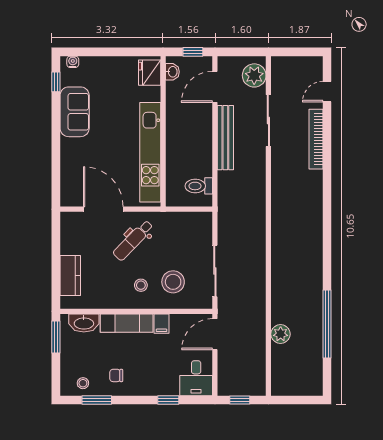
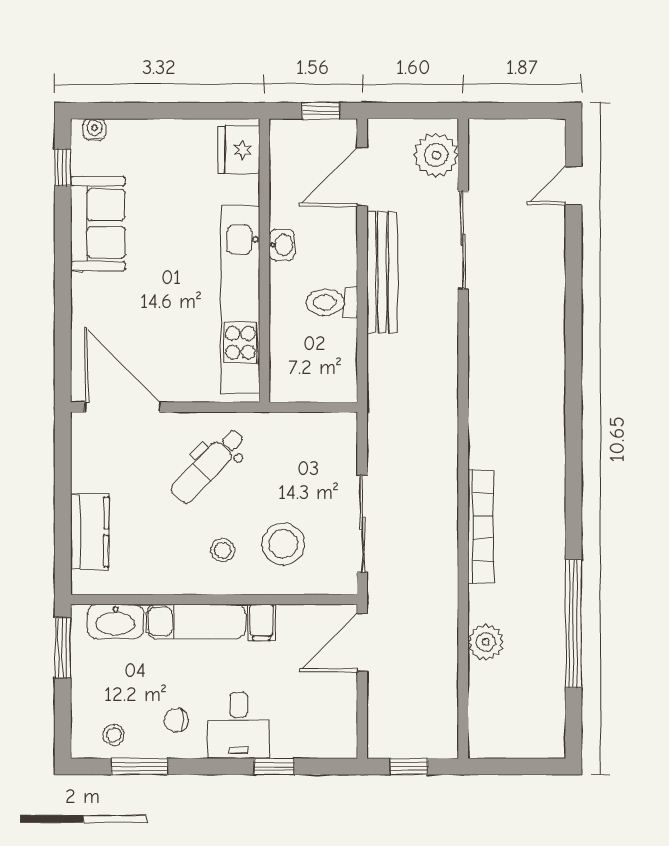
washbasin: (172, 72) -> (282, 245), moved
bookcase: (316, 139) -> (481, 526), moved, turned 180
toilet: (199, 186) -> (332, 302), moved
door: (103, 209) -> (122, 407), moved
desk: (196, 378) -> (239, 725), moved

